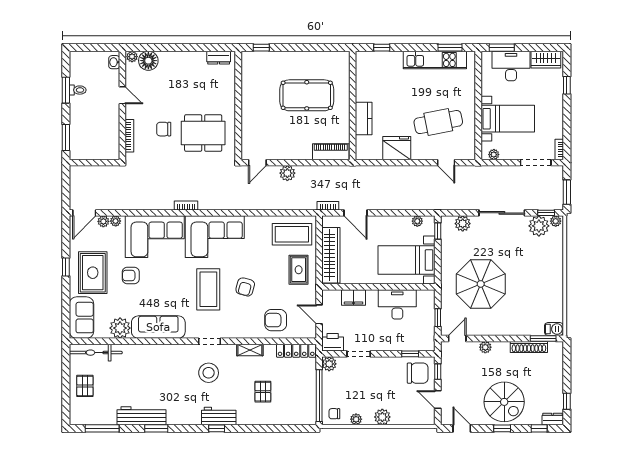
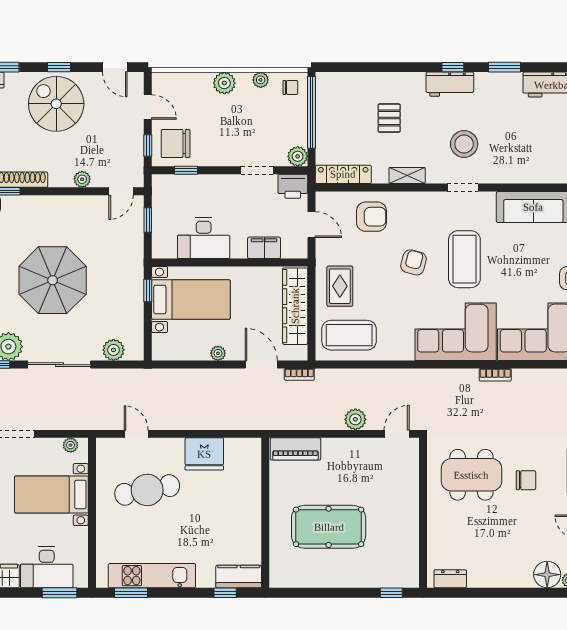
kitchen counter: (364, 119) -> (239, 577), moved, turned 90
plant: (417, 221) -> (218, 353), moved
window: (438, 231) -> (148, 290), moved
parasol: (481, 284) -> (53, 280), moved
window: (156, 428) -> (505, 67), moved

